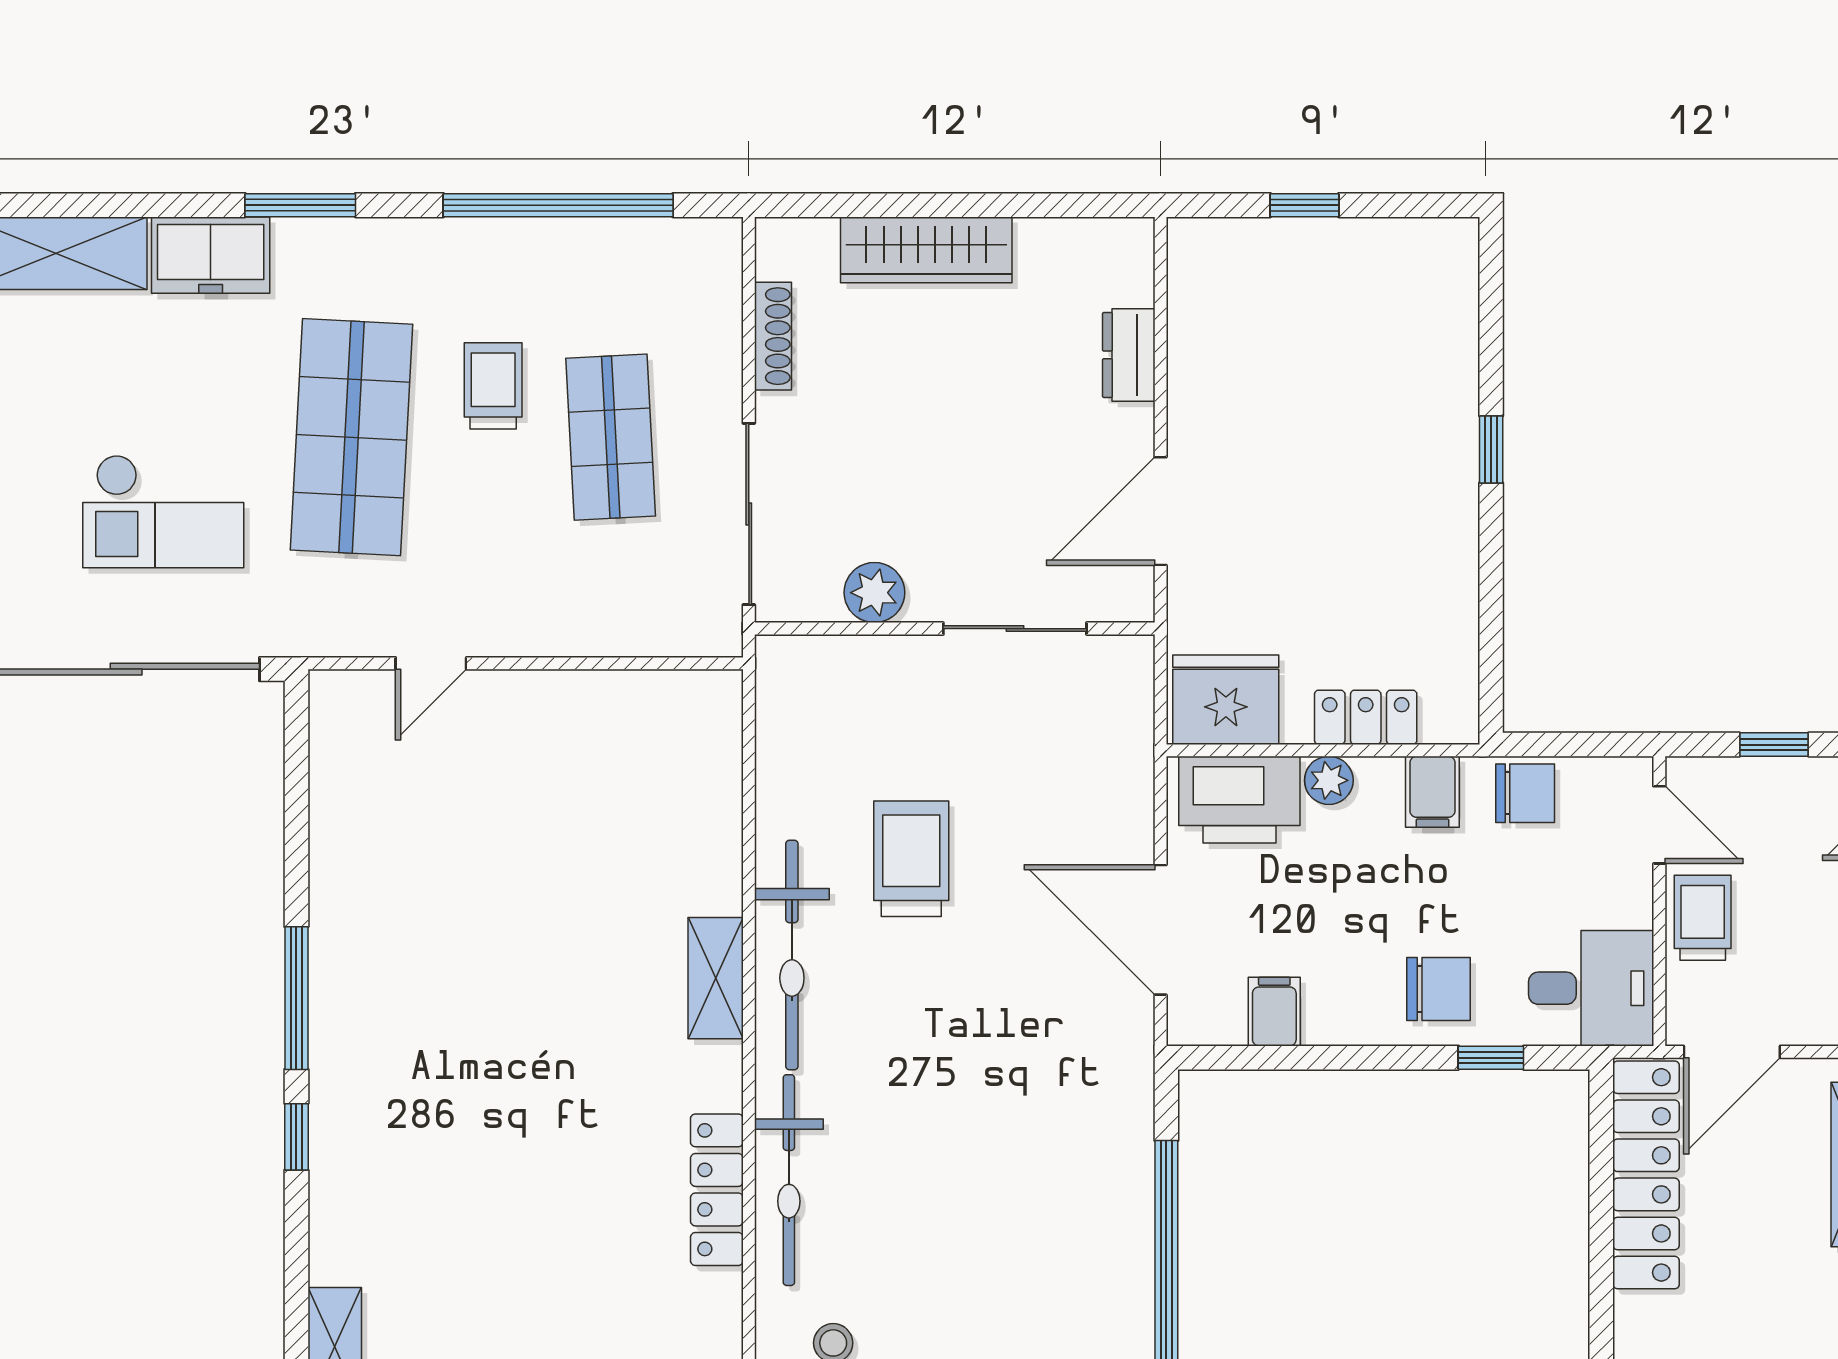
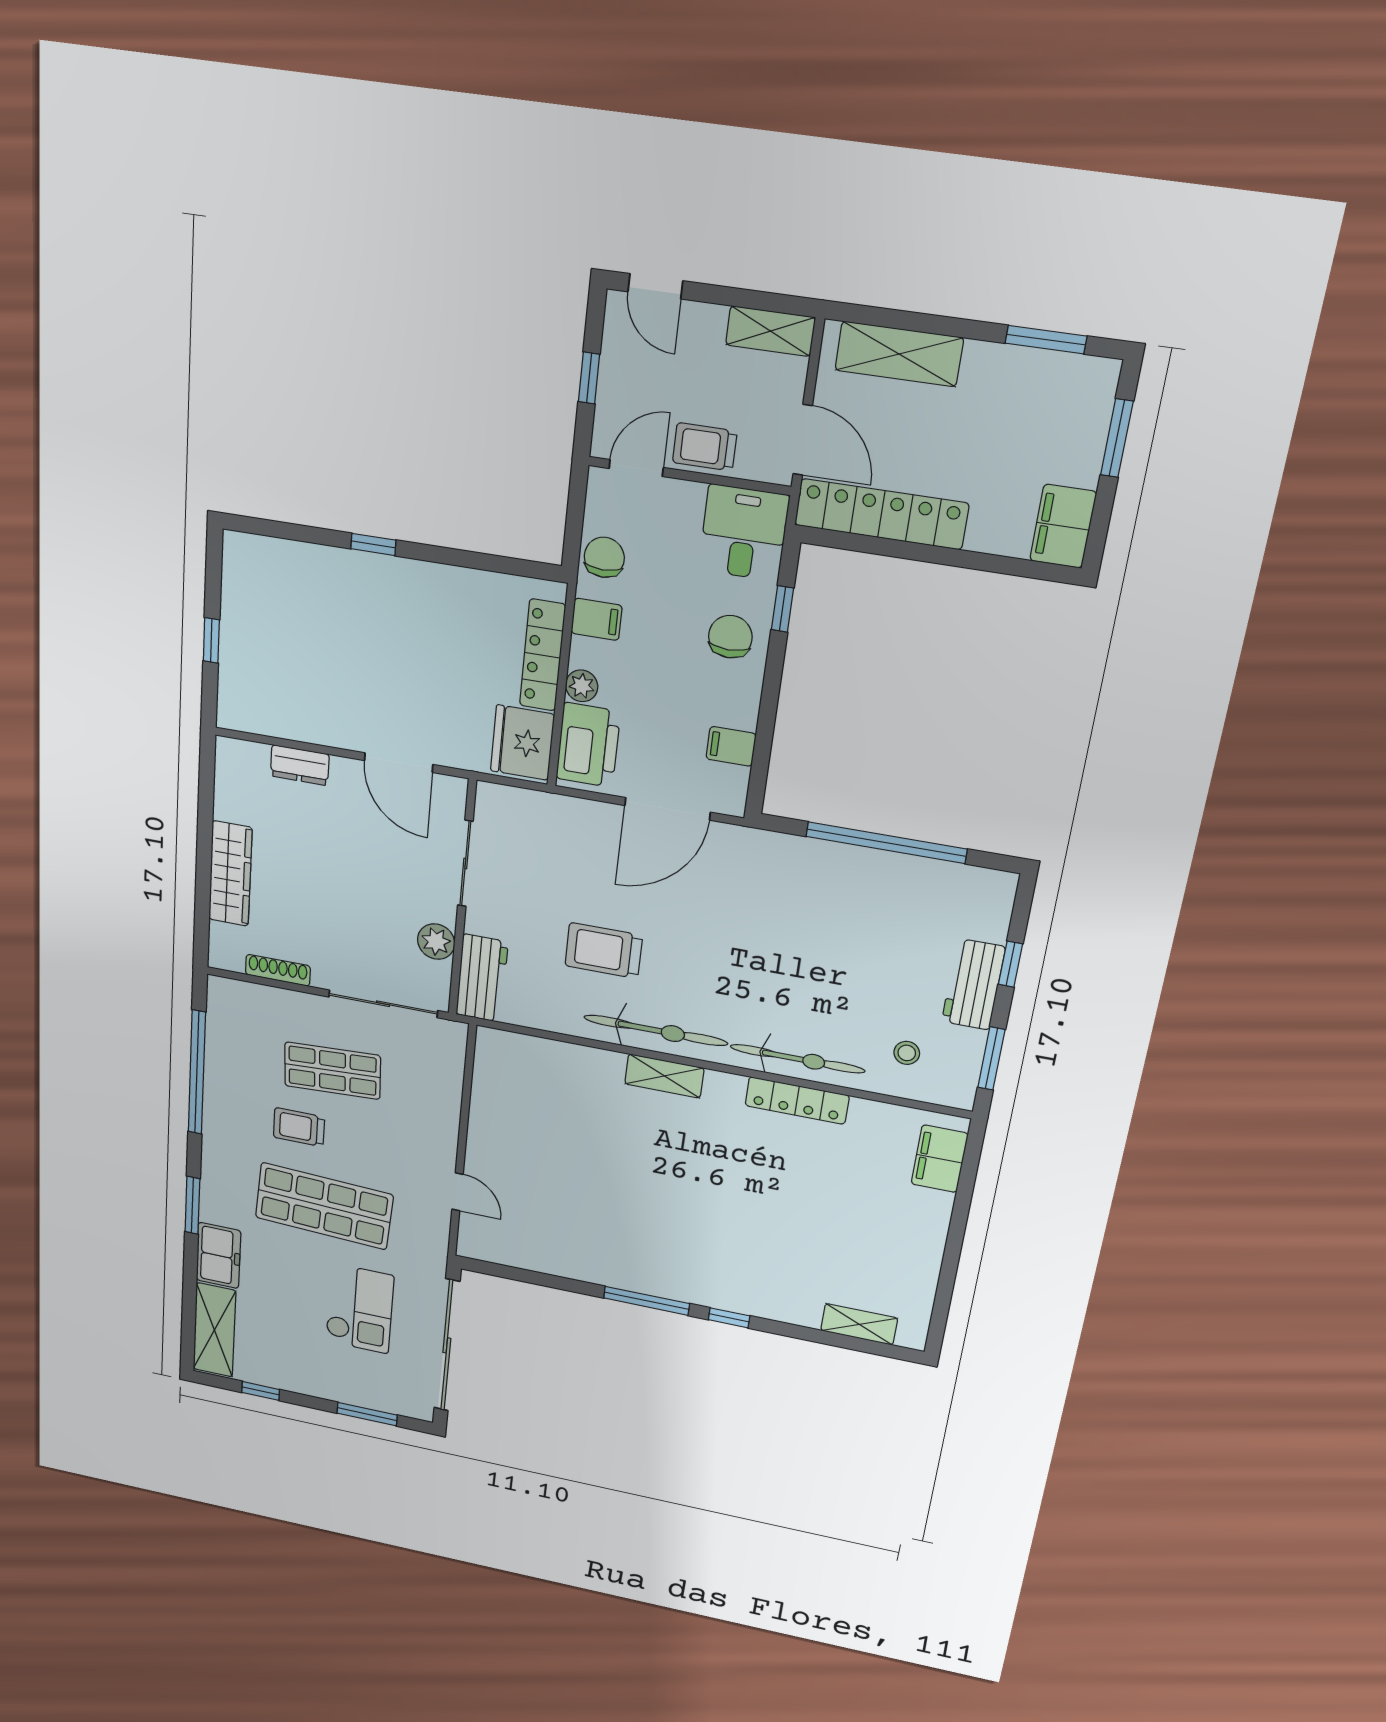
workbench: (826, 671) -> (482, 978), added
locker: (1366, 717) -> (542, 655), width x1.53

